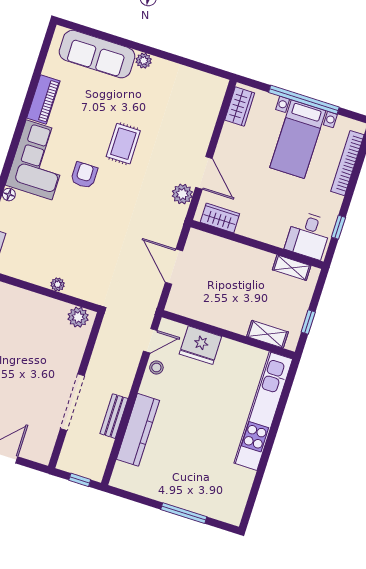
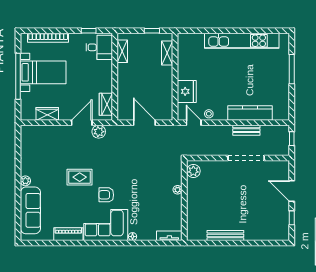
wardrobe: (240, 106) -> (47, 114), moved
door: (174, 267) -> (144, 123), swing flipped
kitchen unit: (263, 411) -> (242, 41), moved

